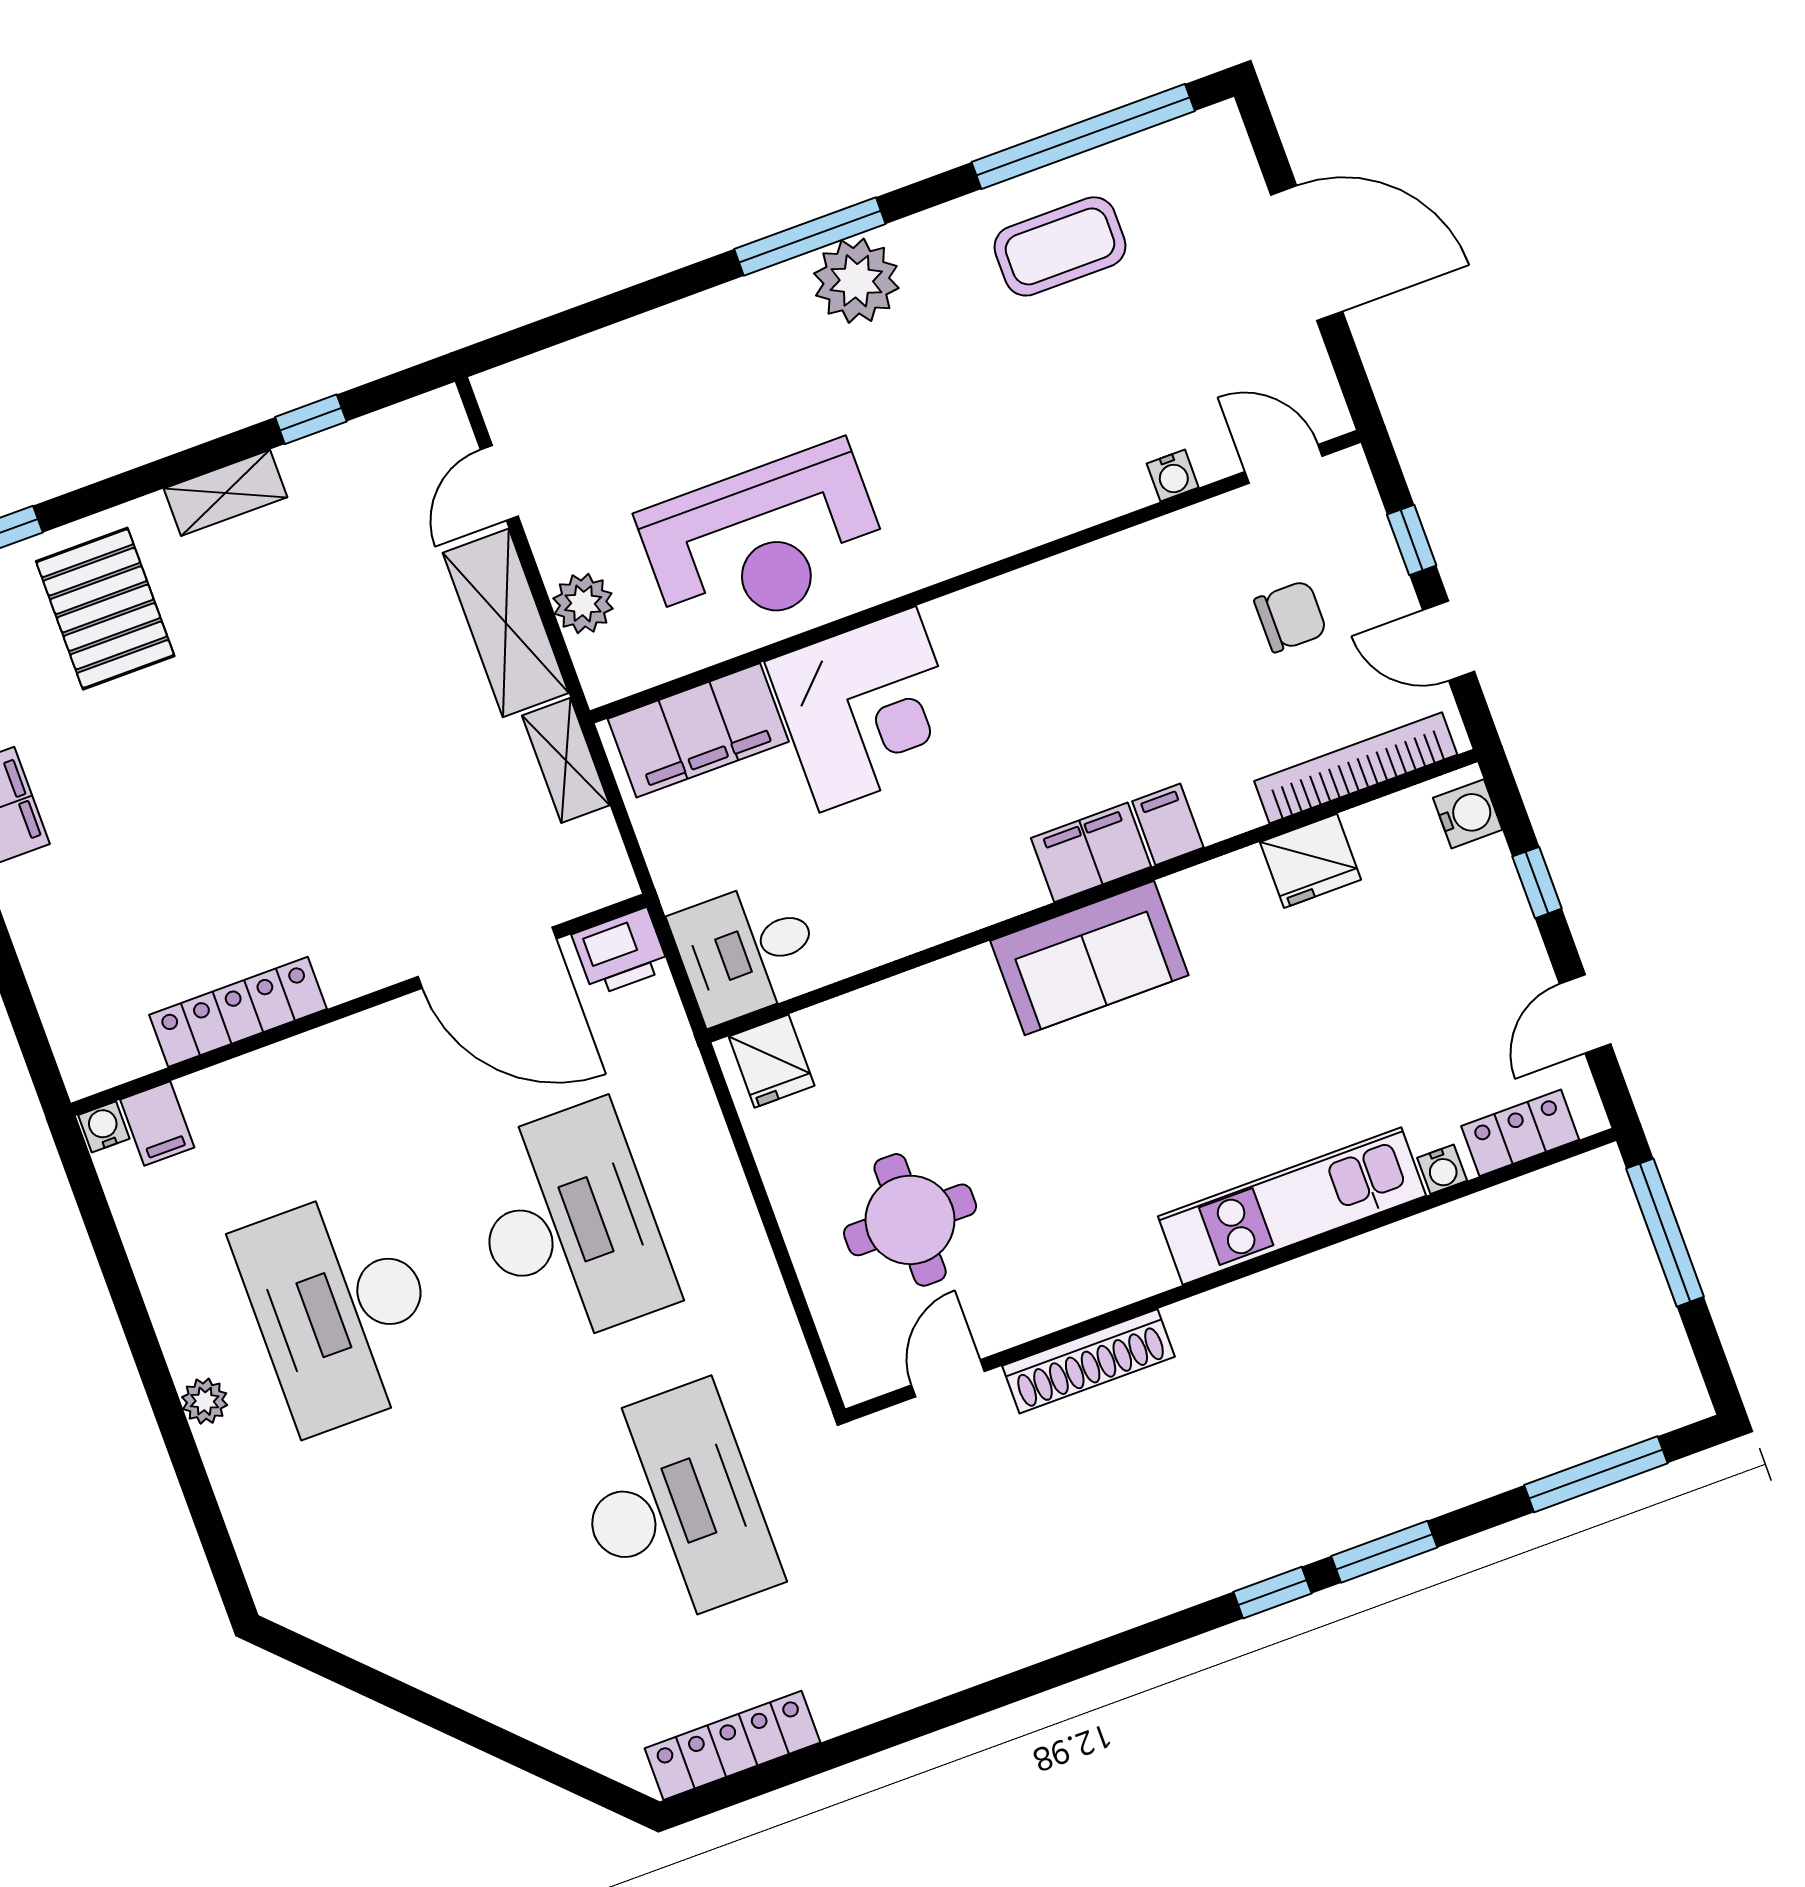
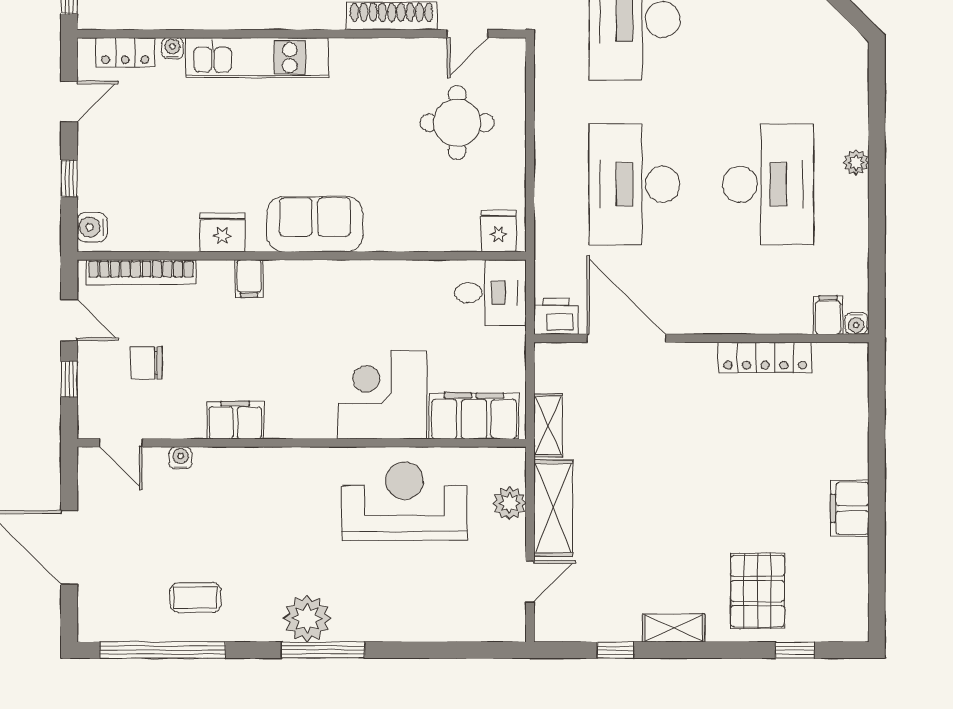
coffee table: (1060, 246) -> (195, 598), width x0.73, depth x0.77
filing cabinet: (1091, 852) -> (235, 420), moved, turned 180
fridge: (1310, 861) -> (222, 233), moved

